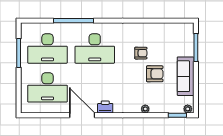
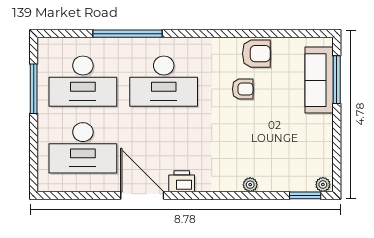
armchair: (155, 74) -> (256, 54), moved
sofa: (186, 76) -> (319, 80), moved

